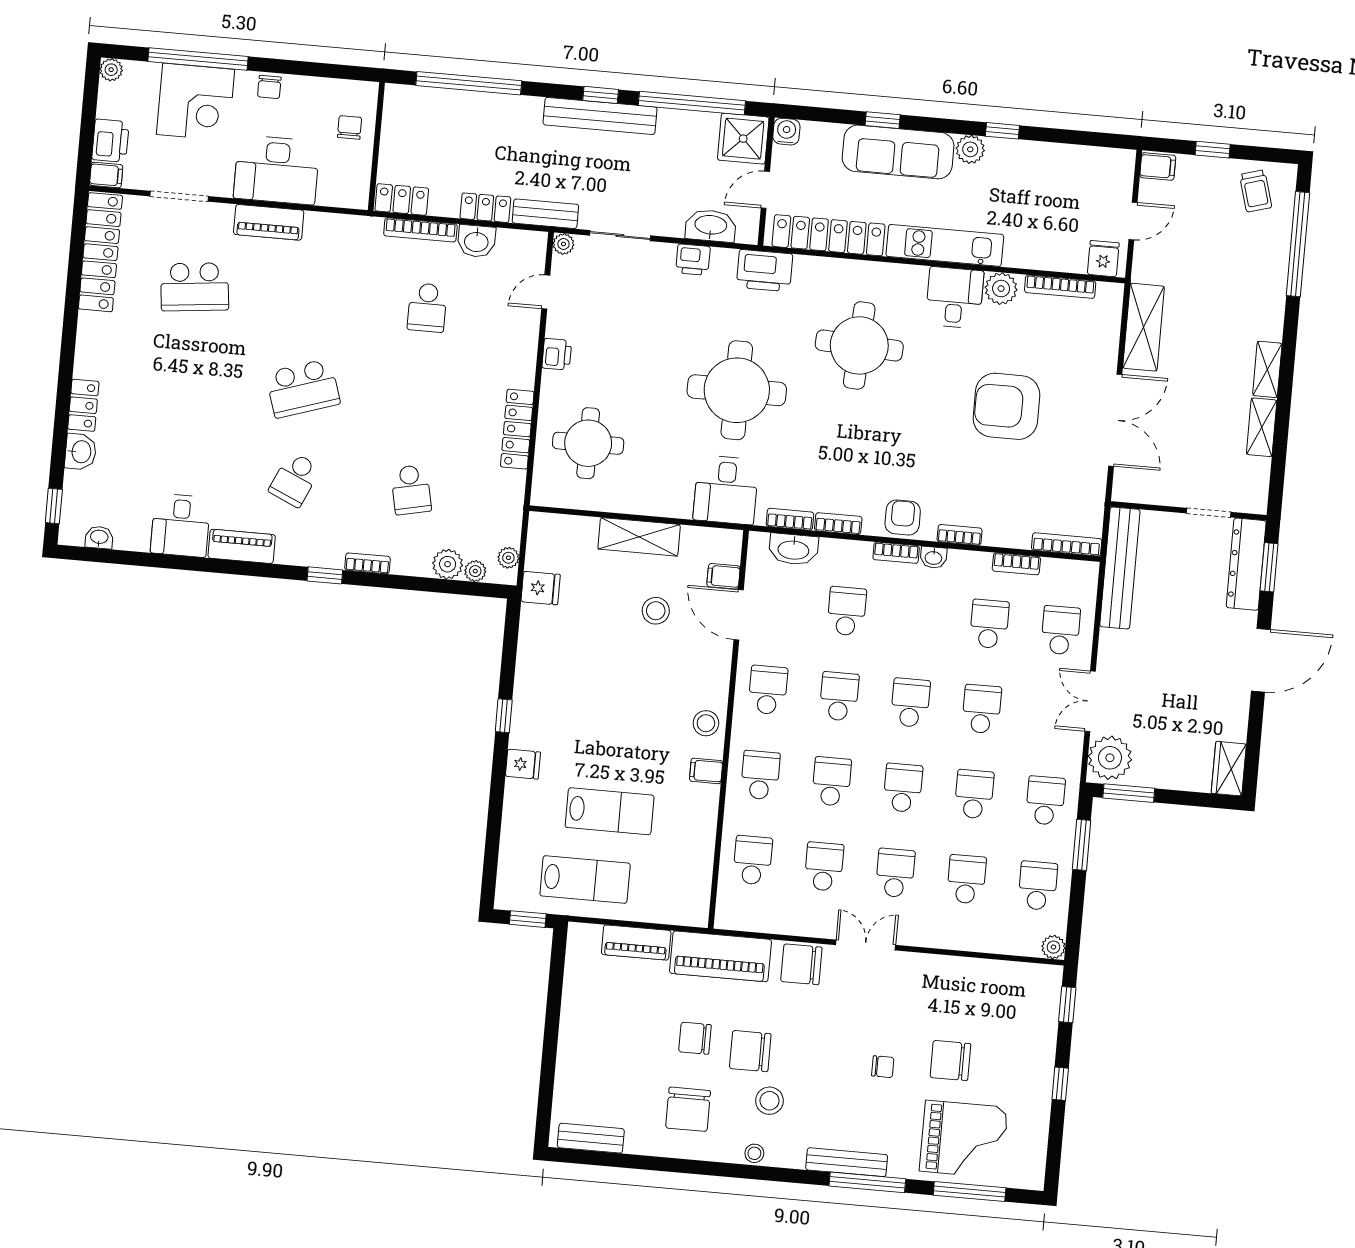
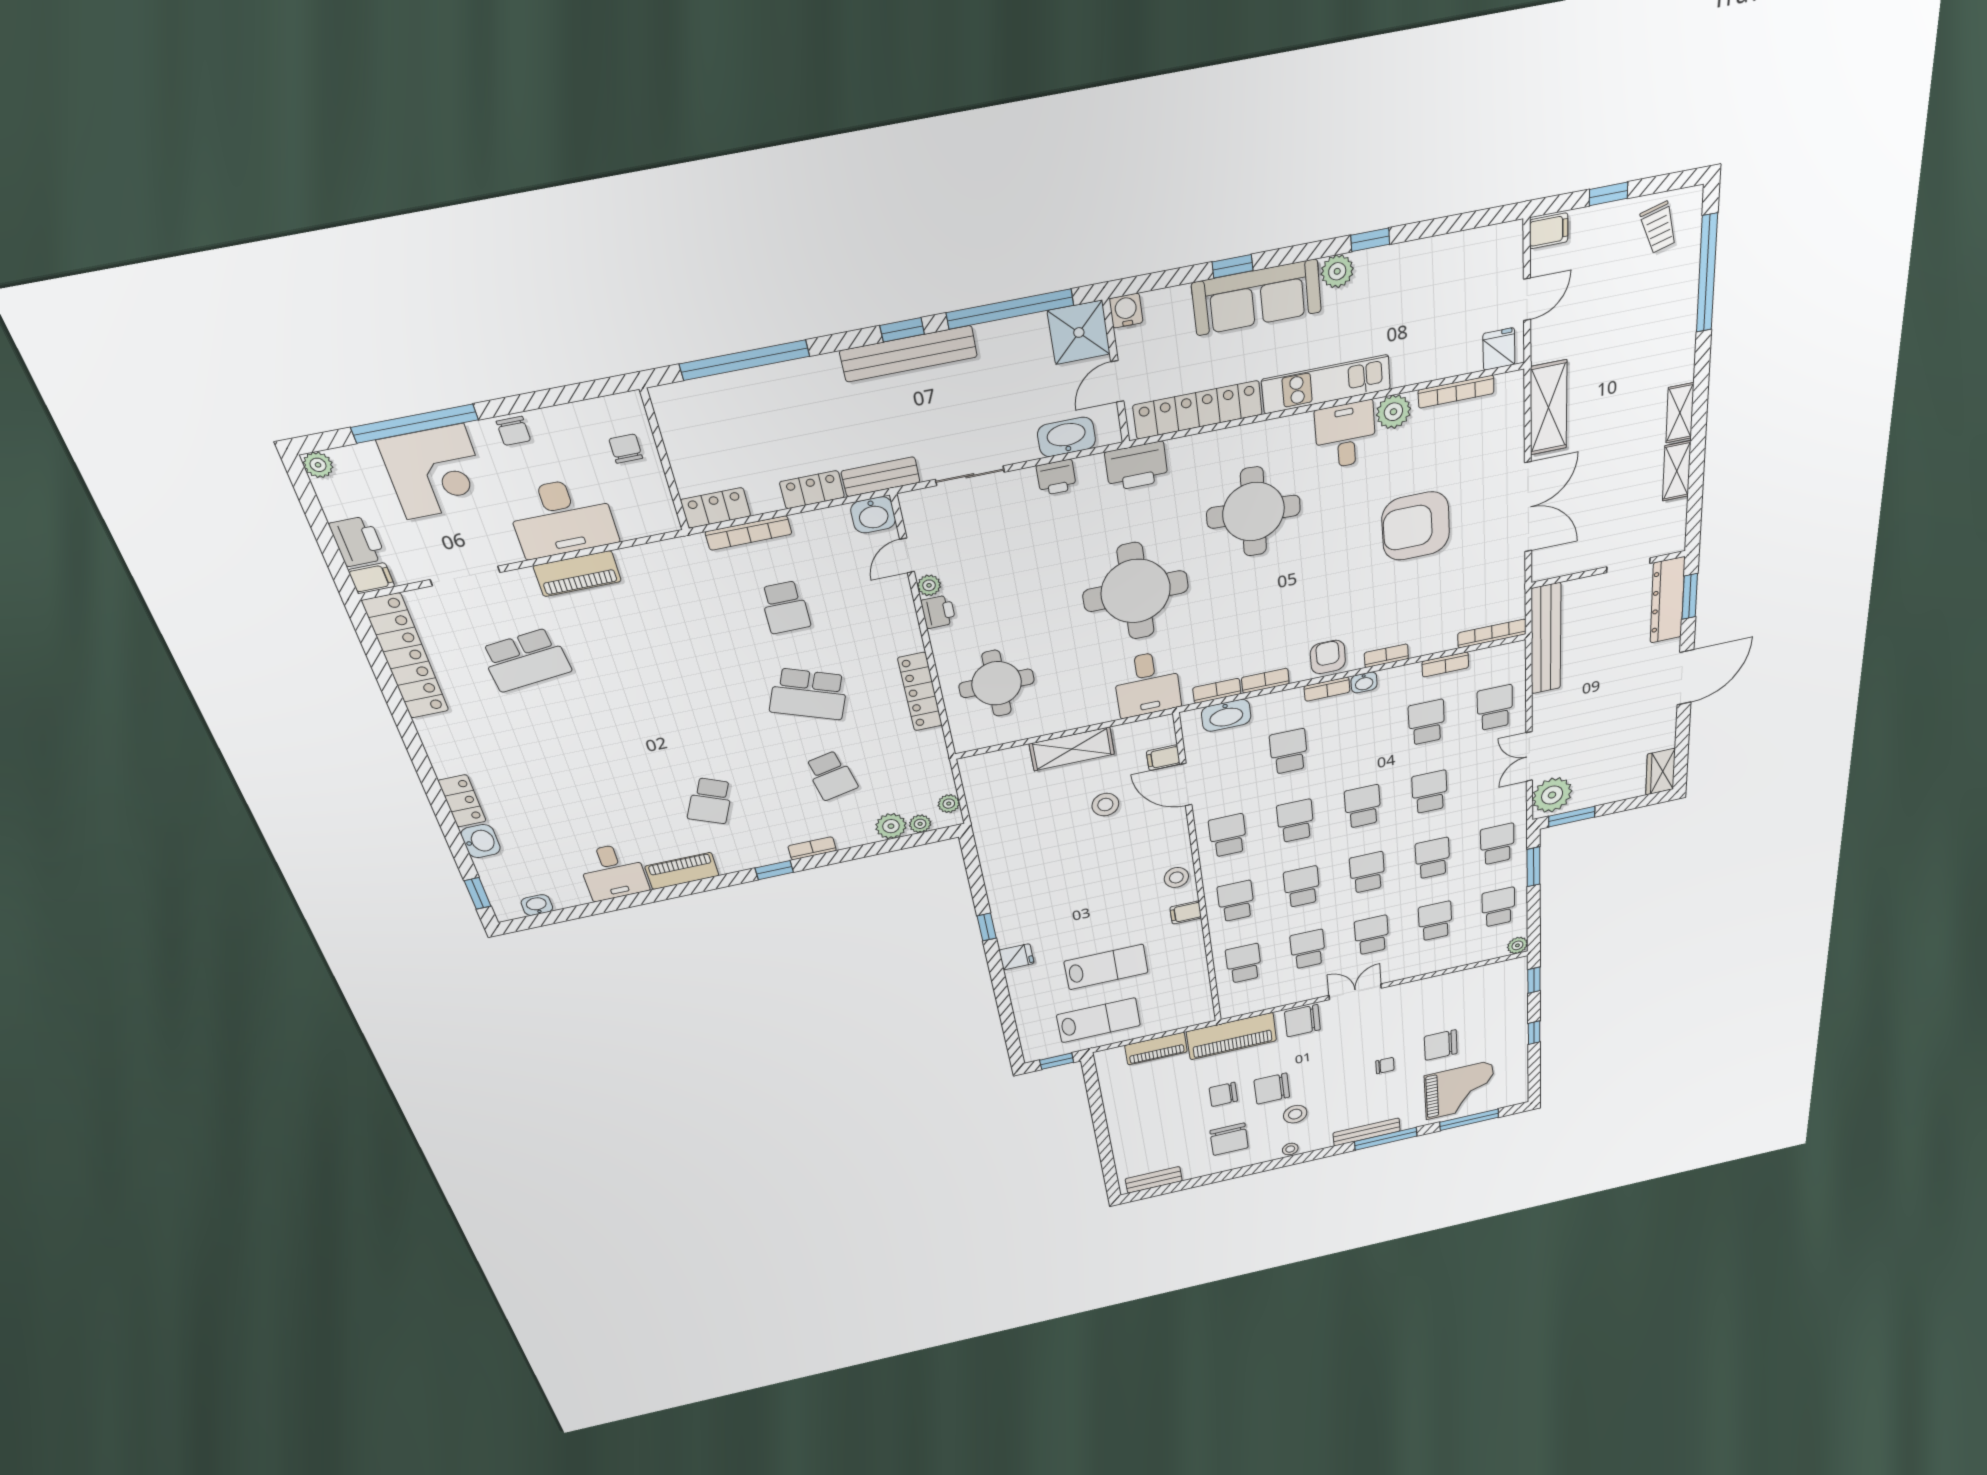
washbasin: (476, 241) -> (873, 515), moved
plant: (563, 244) -> (929, 585), moved
school desk: (303, 388) -> (809, 694), moved, turned 39
fridge: (541, 588) -> (988, 819), removed

